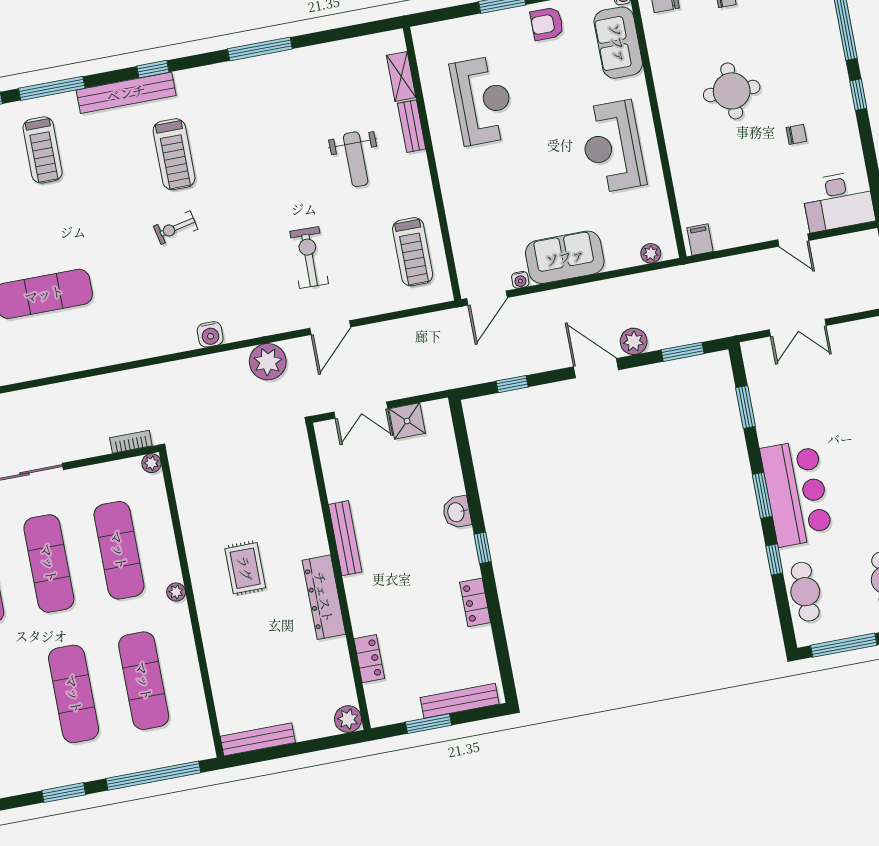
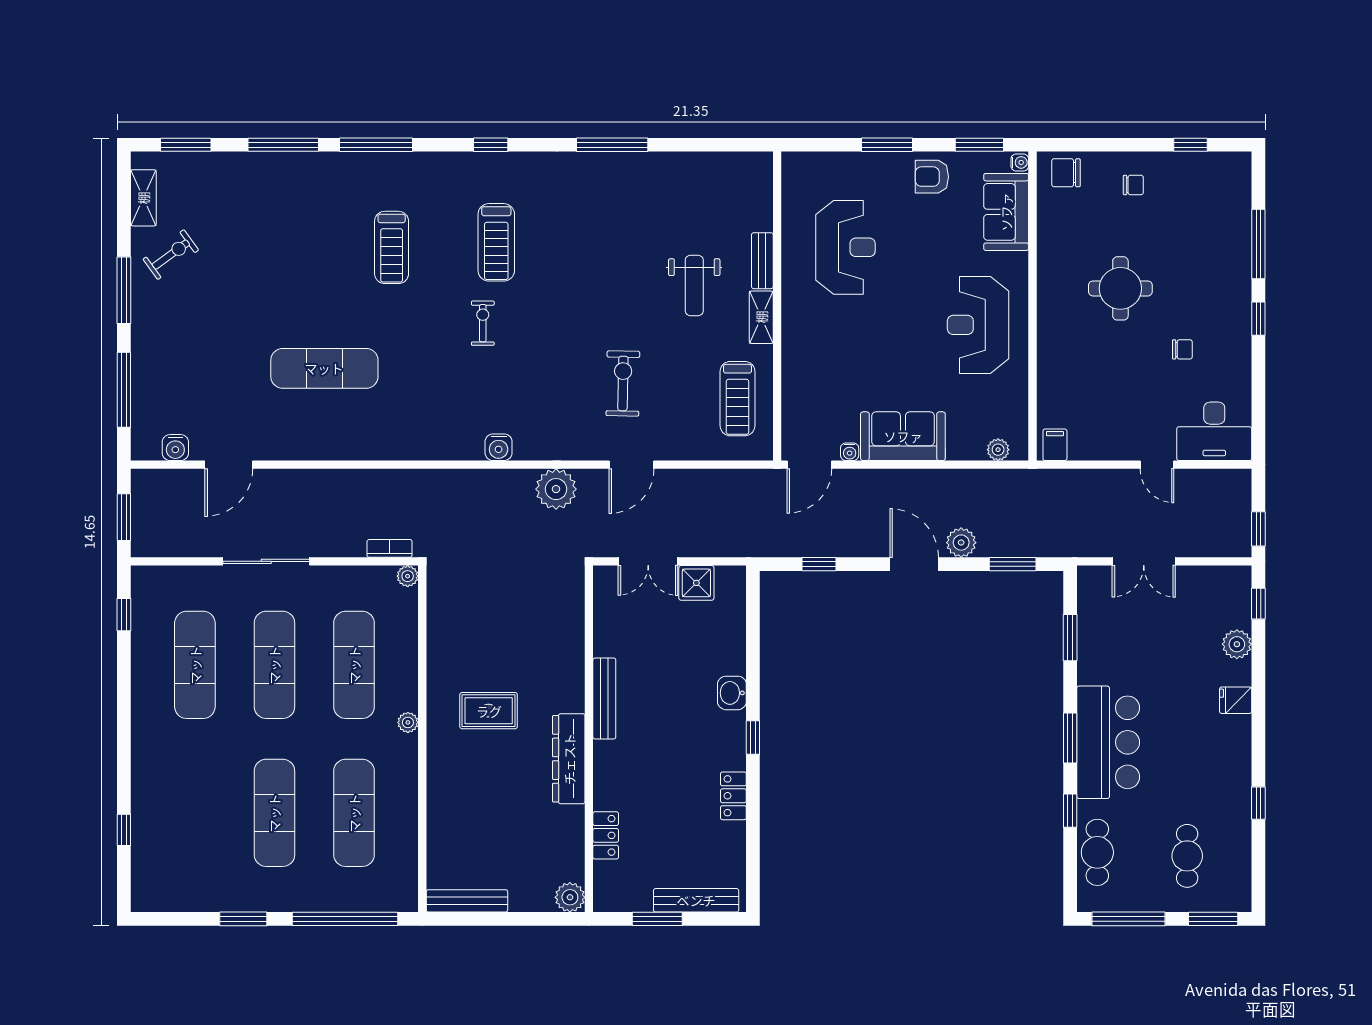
shelving: (401, 76) -> (761, 317), moved
bench: (126, 93) -> (457, 165), removed
treadmill: (43, 150) -> (392, 247), moved
exercise bike: (176, 228) -> (483, 323), turned 102
rug: (245, 568) -> (489, 711), turned 90

